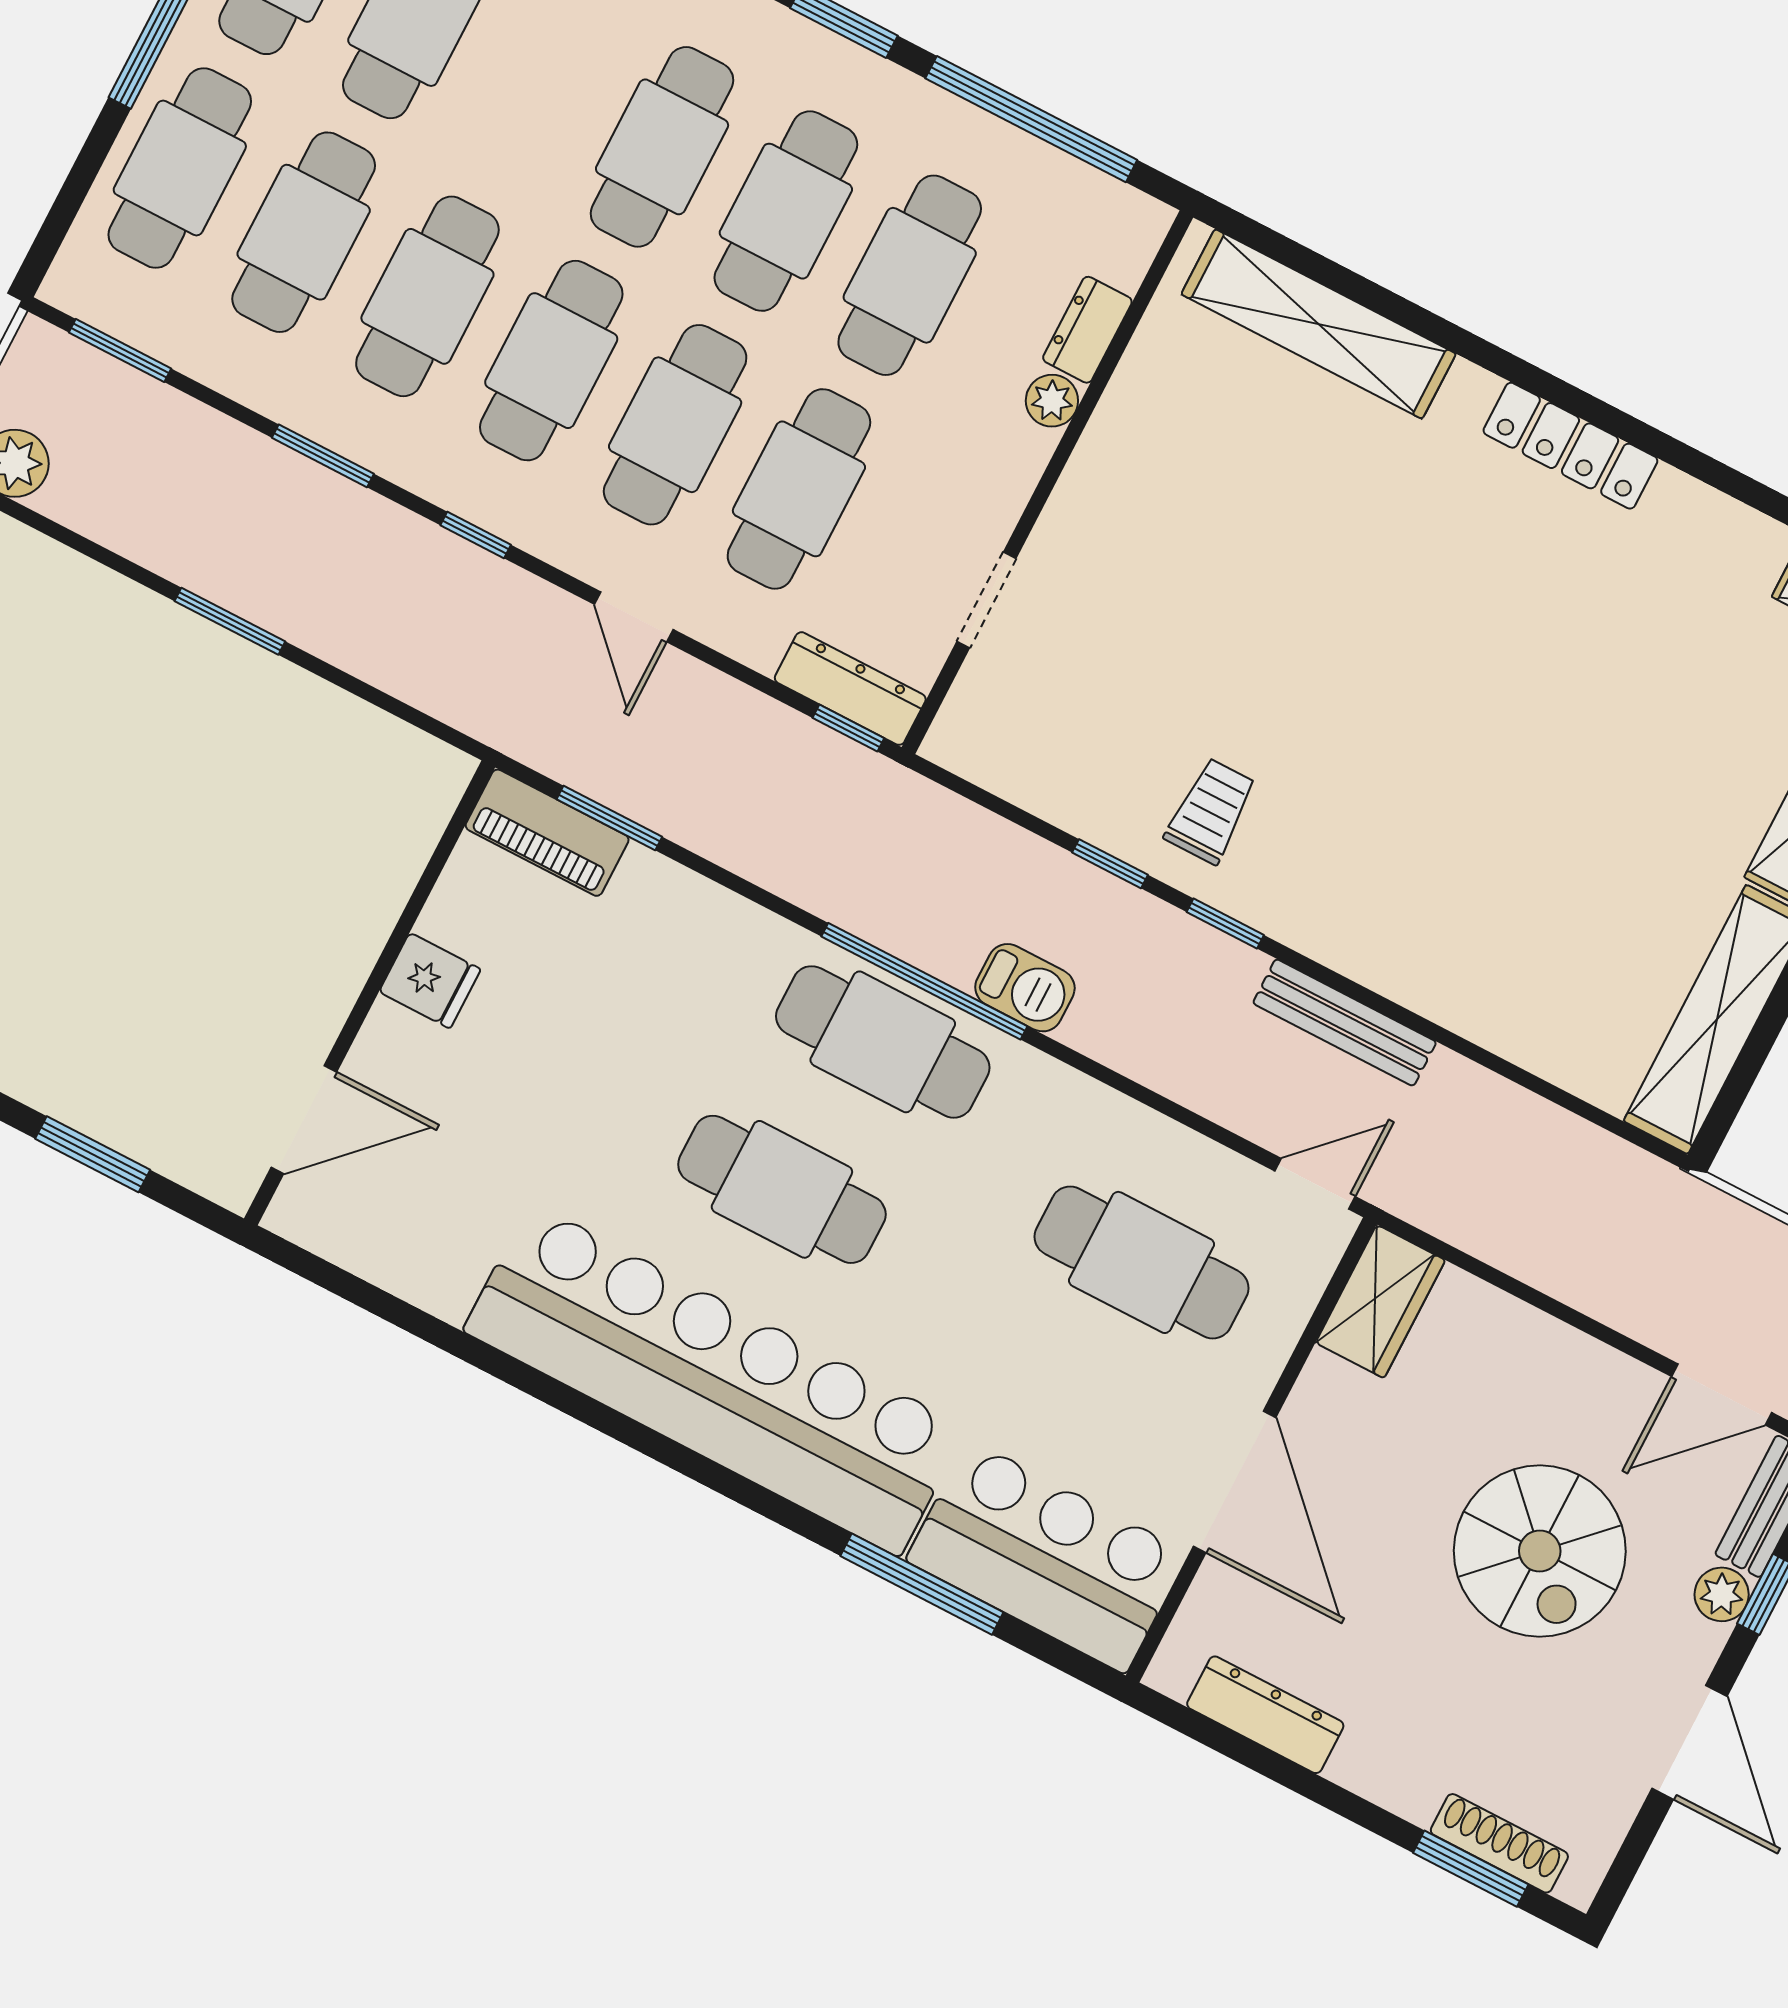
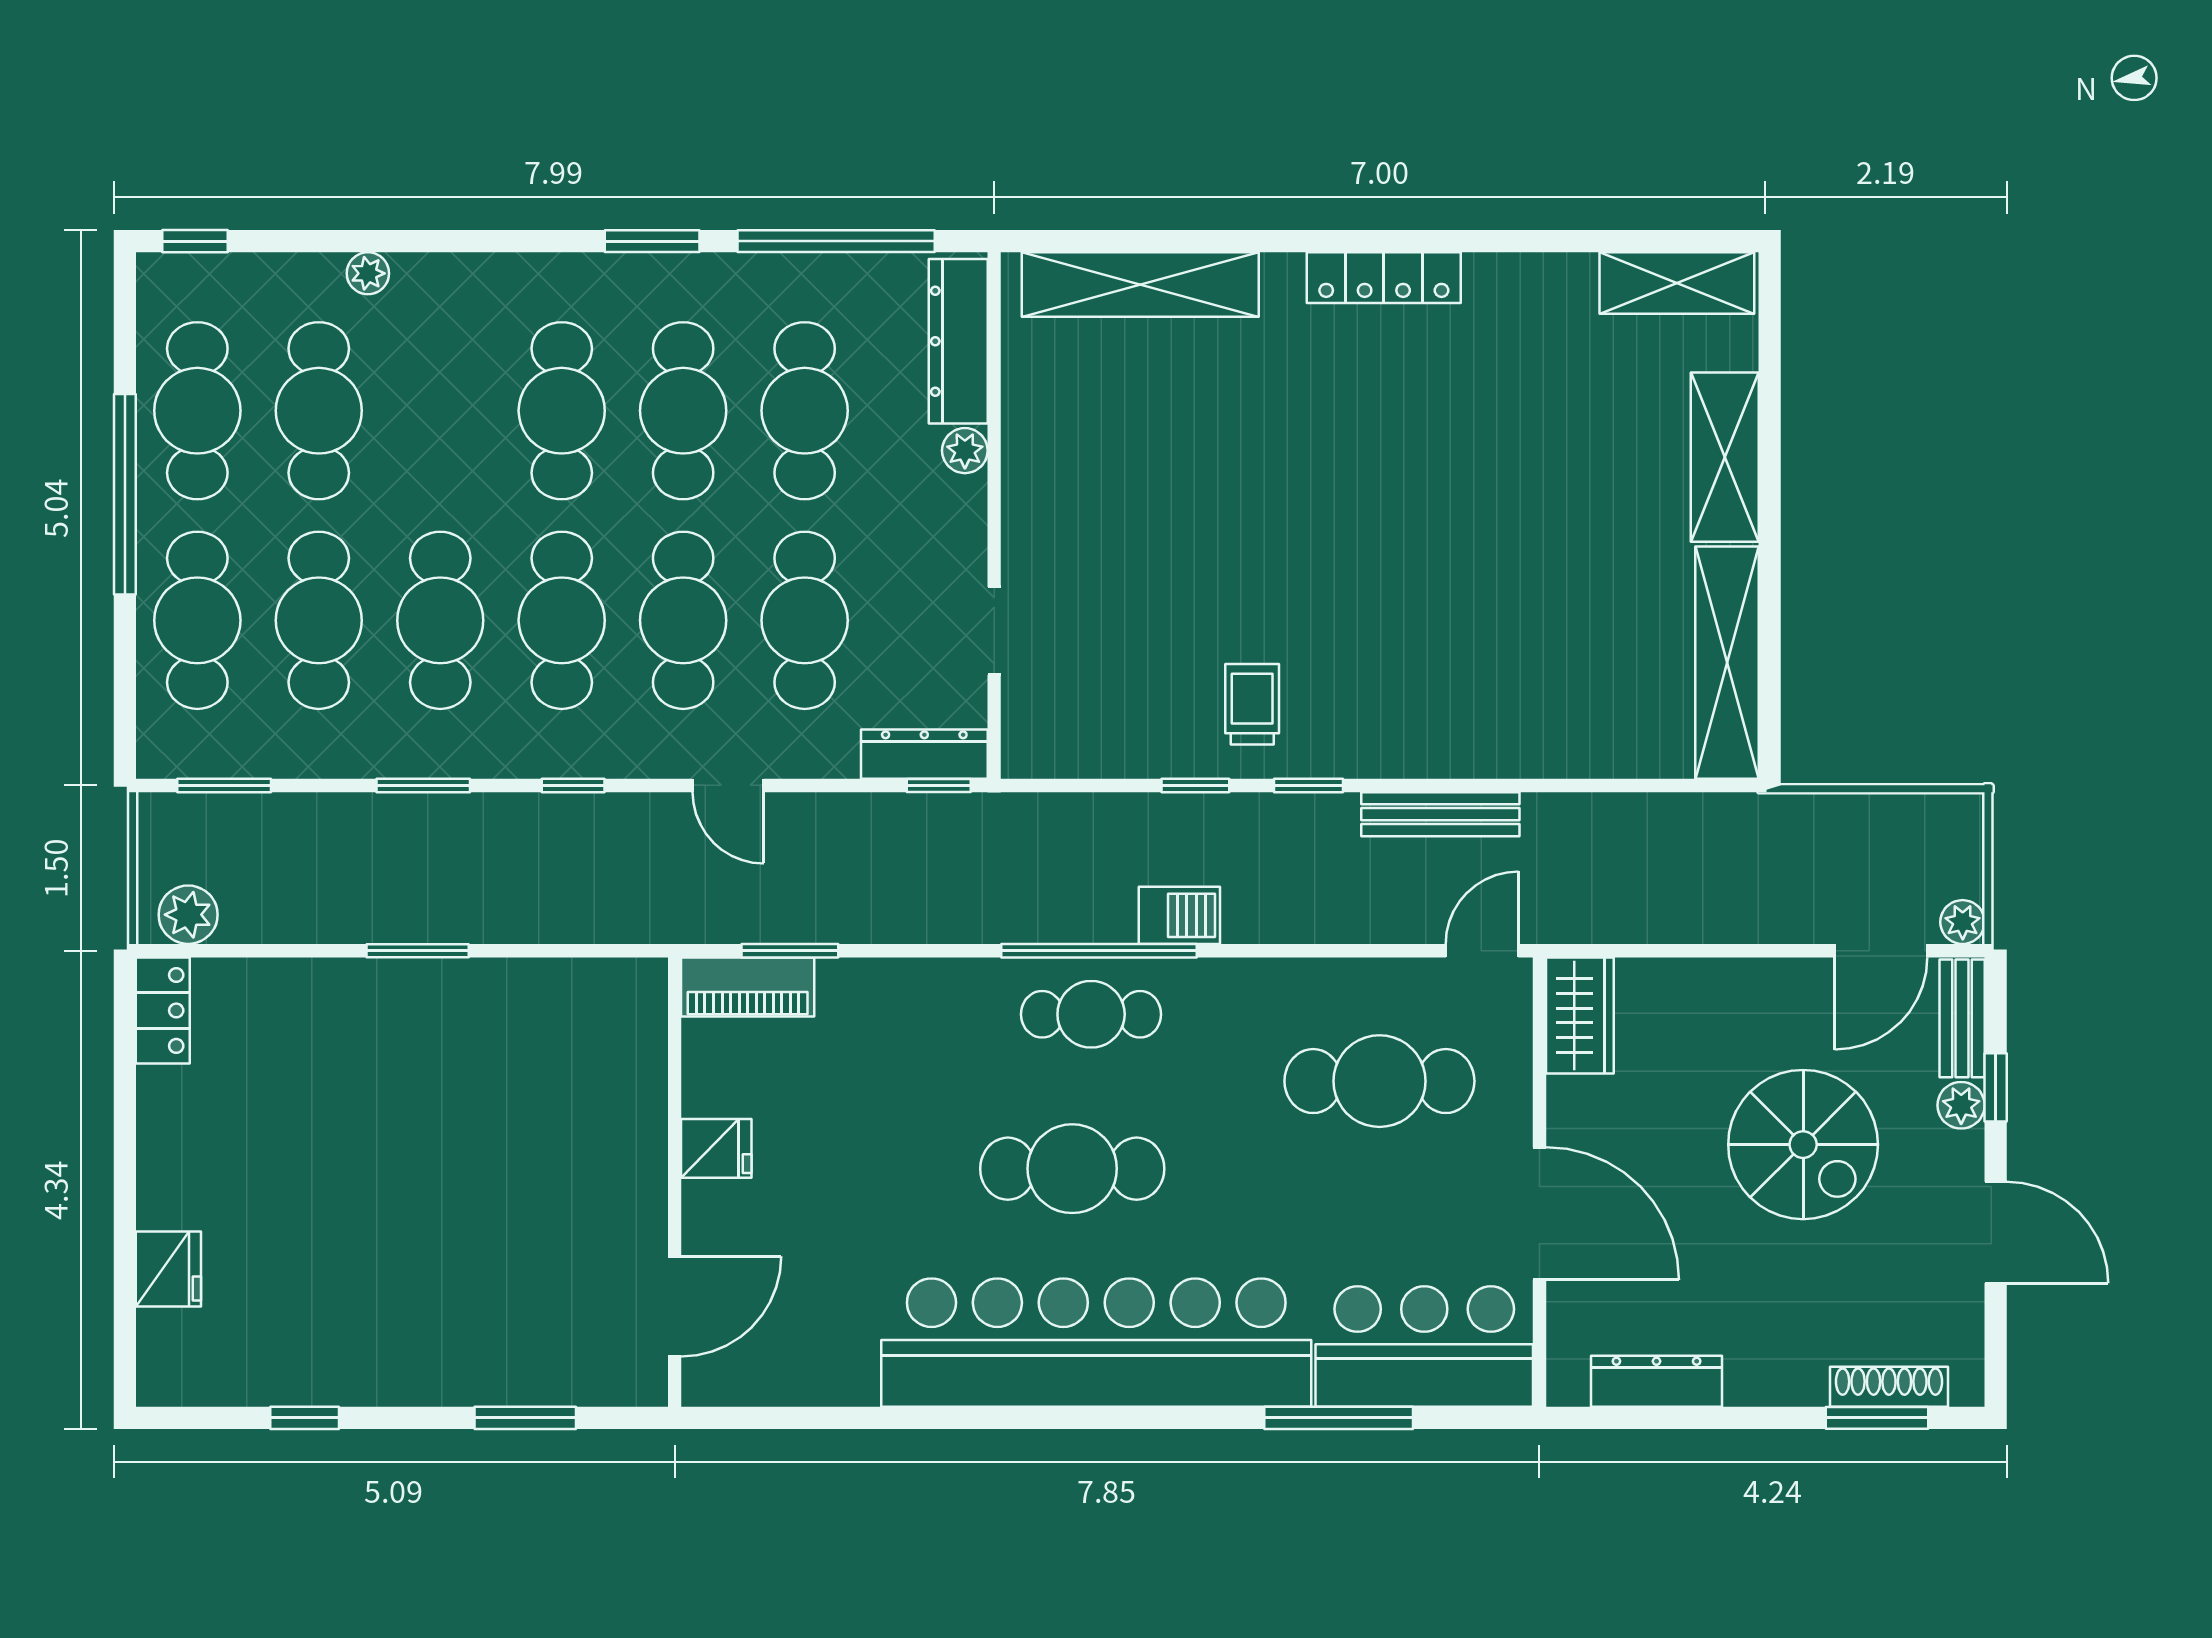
dresser: (1087, 330) -> (958, 341), width x1.96, depth x1.24
cafe table: (883, 1042) -> (1091, 1014), width x0.73, depth x0.74

